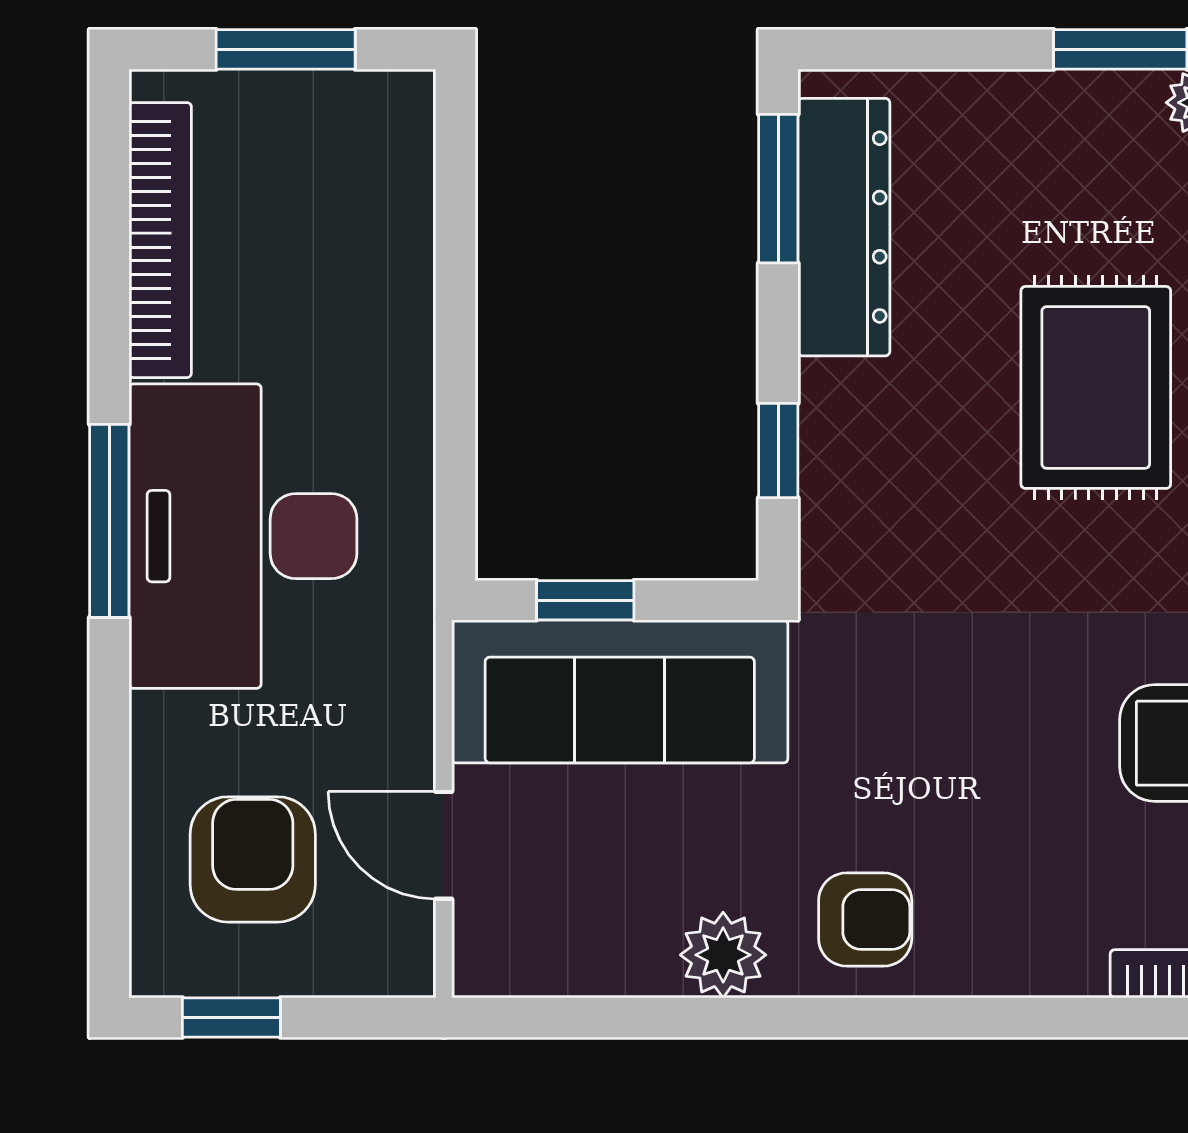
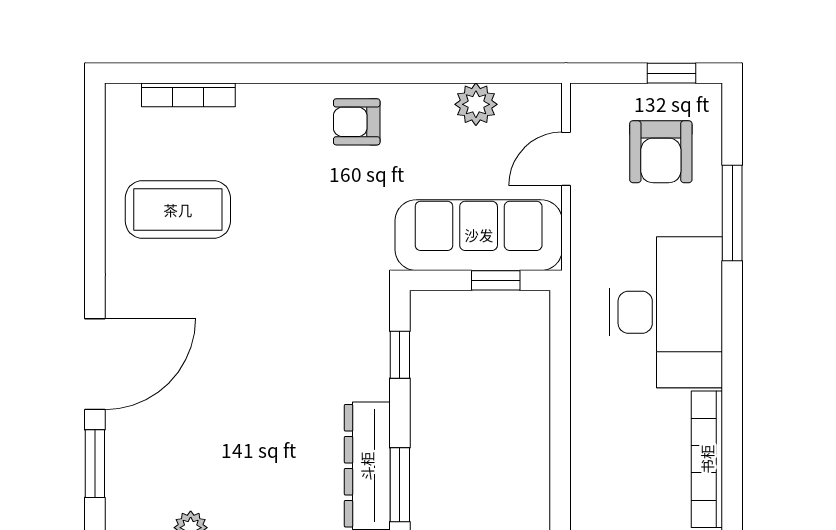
rug: (1096, 387) -> (242, 386), removed
window: (109, 521) -> (732, 213), moved
door: (444, 845) -> (566, 159), swing flipped
plant: (723, 955) -> (476, 104), moved

